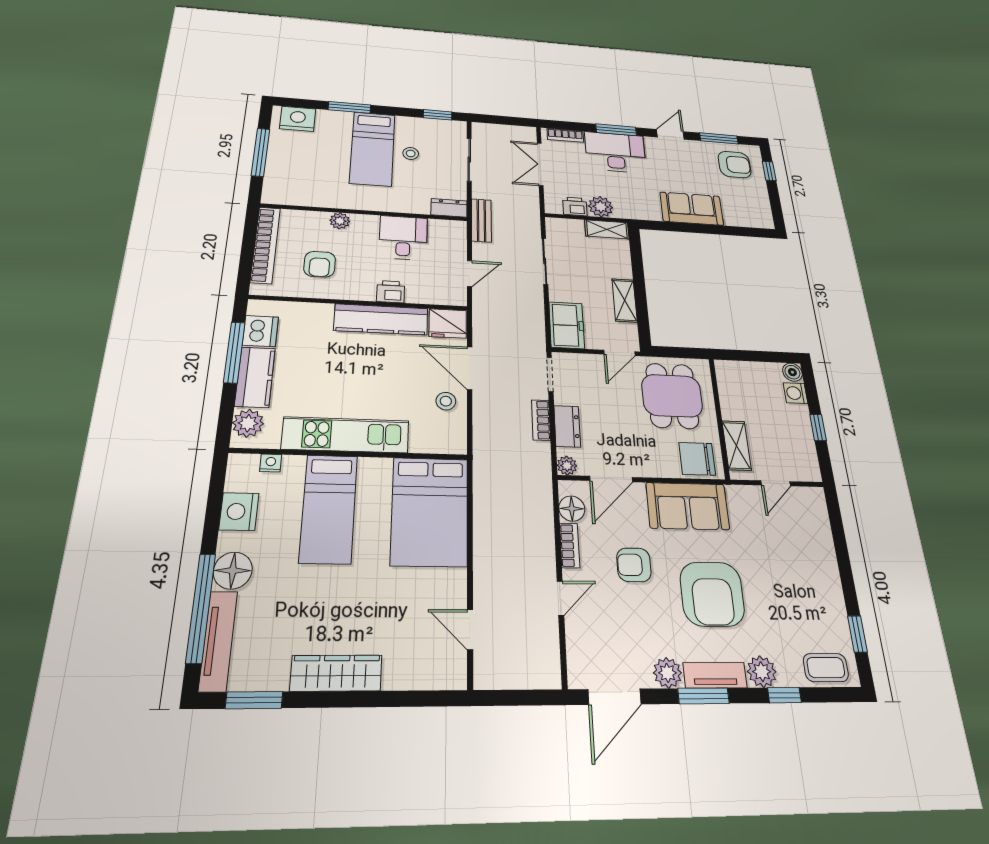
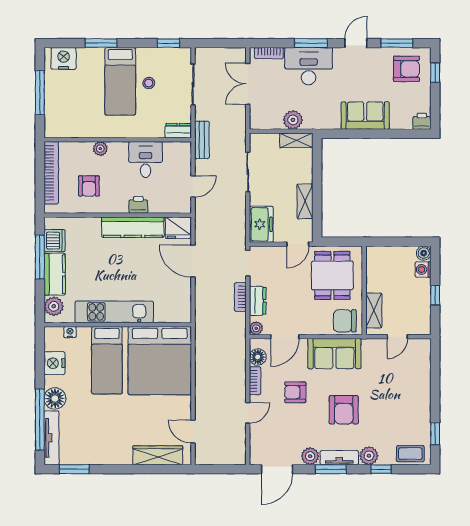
printer: (575, 206) -> (422, 121), moved
stool: (446, 401) -> (177, 286), removed
bed: (430, 511) -> (160, 361), width x1.36
armchair: (712, 594) -> (344, 410), width x0.73, depth x0.73
wardrobe: (336, 673) -> (158, 455), moved

